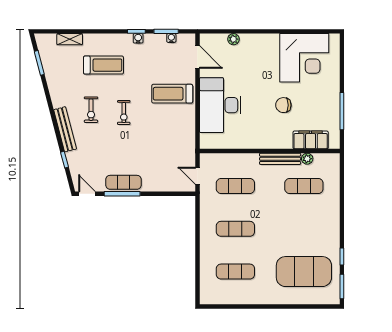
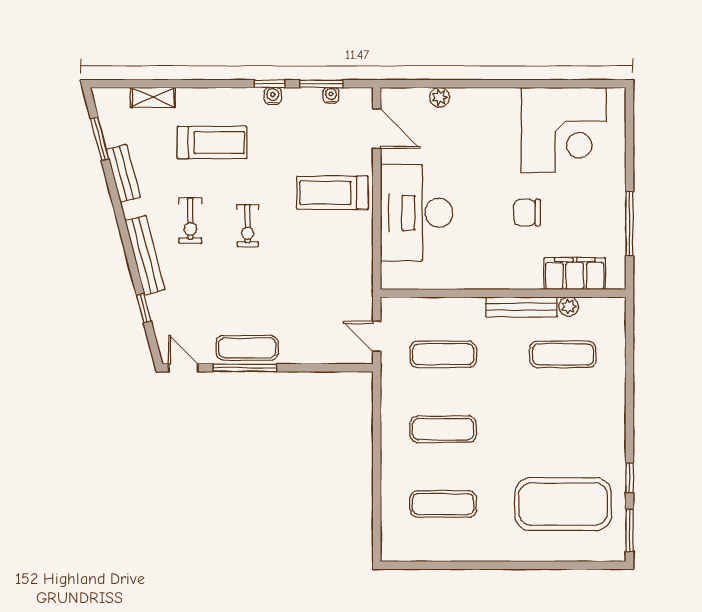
bench: (53, 83) -> (123, 173), added

